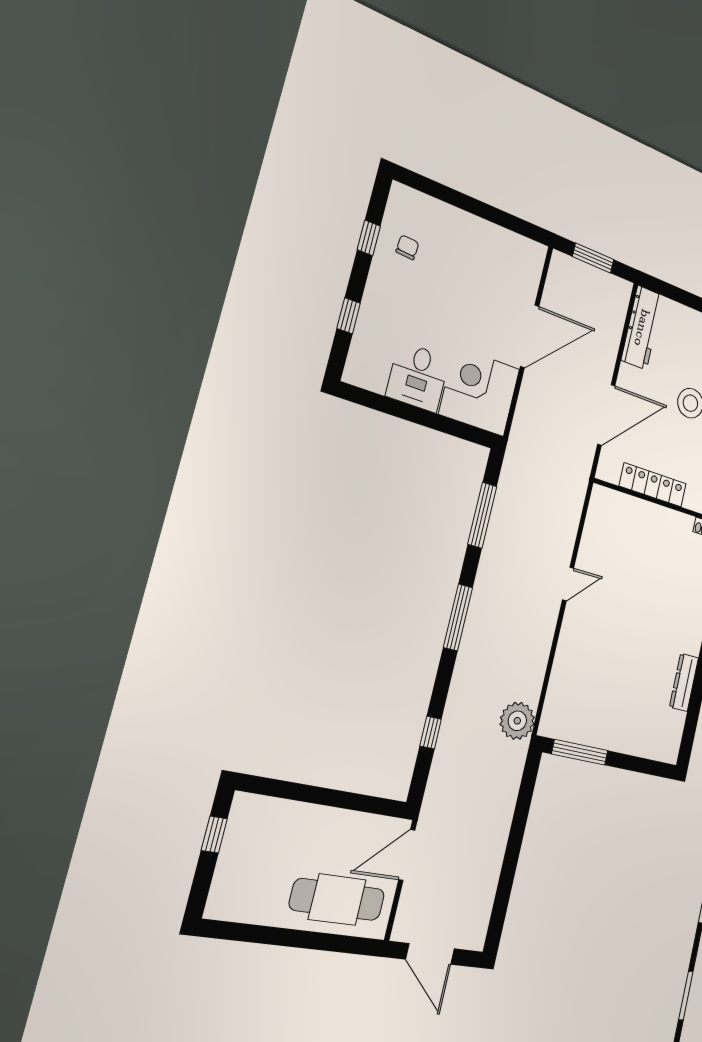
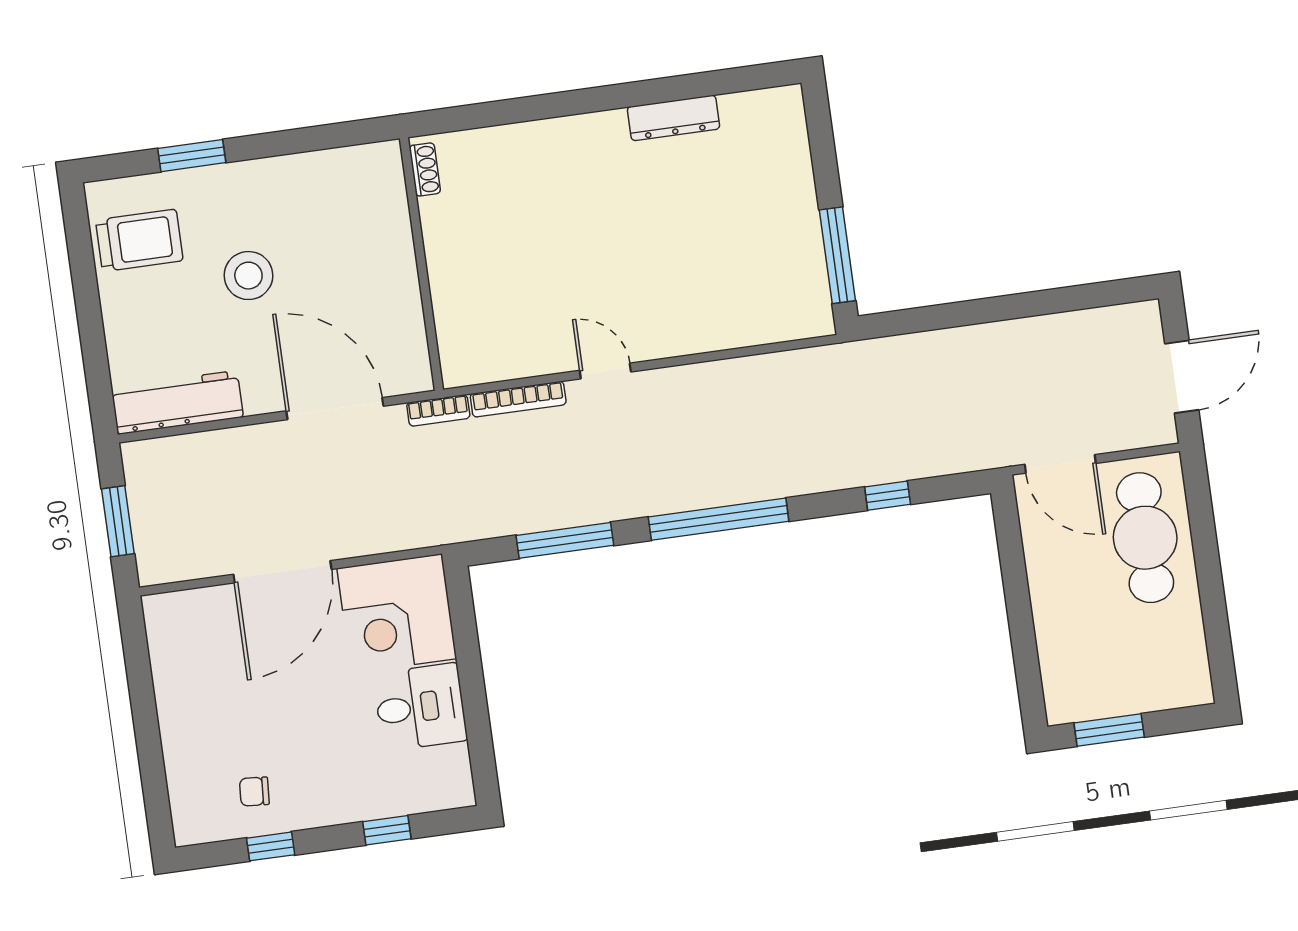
door: (530, 336) -> (282, 572), swing flipped
bookcase: (583, 474) -> (438, 410), added
locker: (653, 485) -> (401, 291), removed
bookcase: (572, 525) -> (518, 399), added
window: (458, 617) -> (719, 519), width x1.46
plant: (517, 721) -> (827, 373), removed
window: (214, 835) -> (1109, 730), width x1.50

